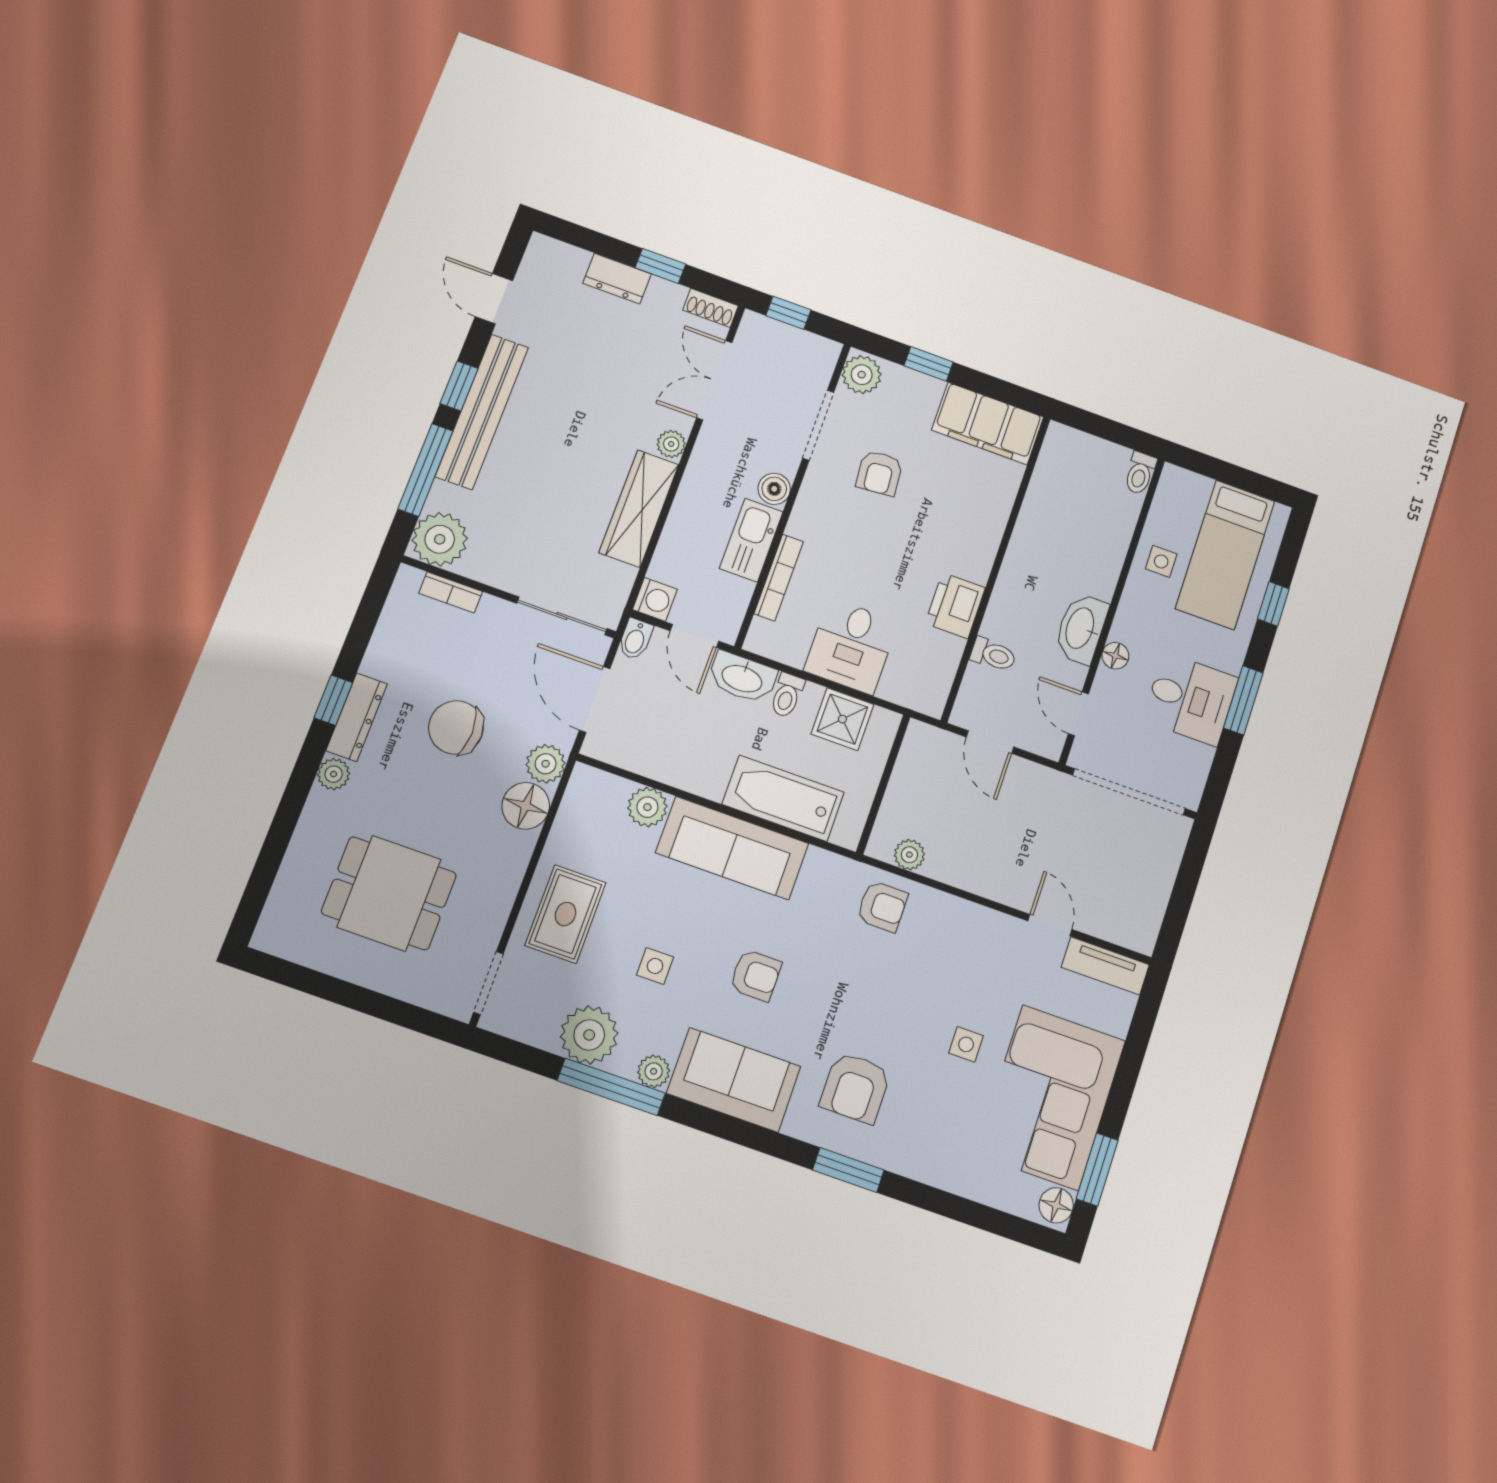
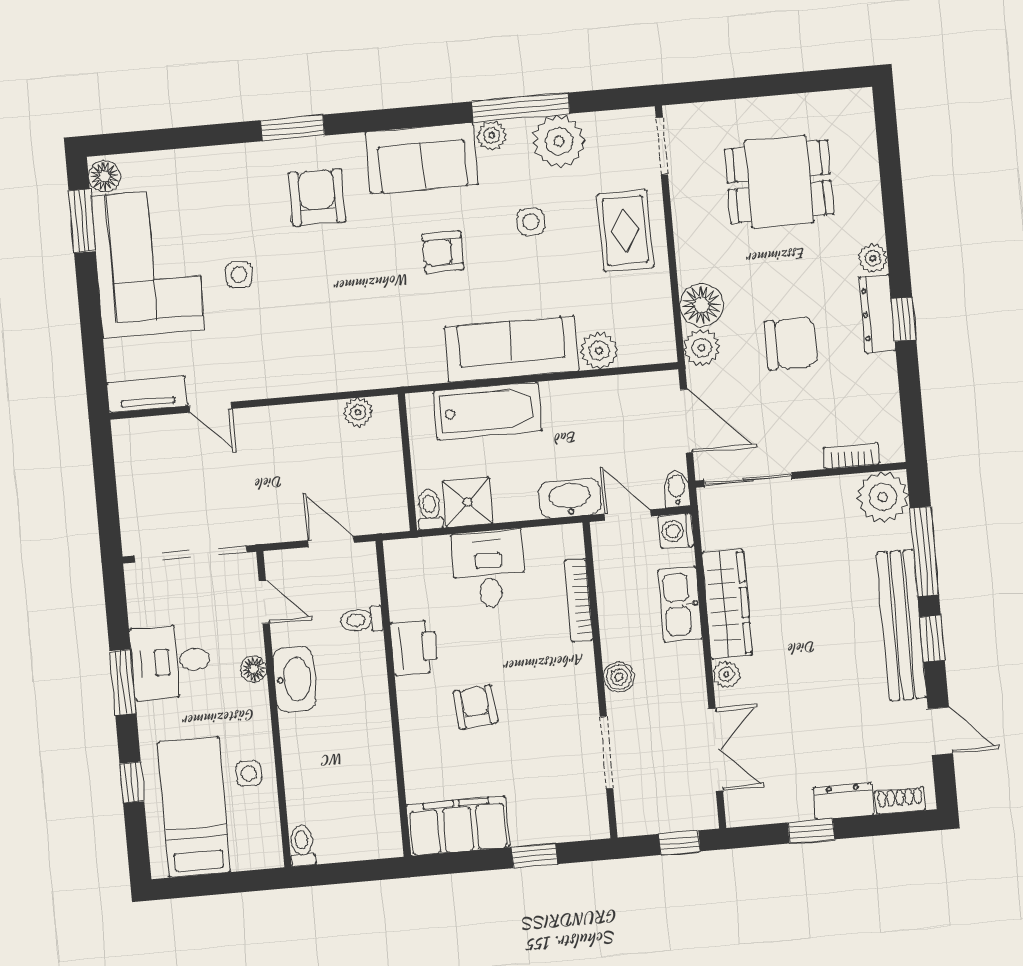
shoe rack: (710, 308) -> (900, 800), moved
plant: (862, 375) -> (589, 817), removed
armchair: (879, 473) -> (475, 707), moved
kitchen sink: (751, 540) -> (680, 604), moved, turned 180
toilet: (787, 695) -> (430, 509), moved
armchair: (882, 906) -> (362, 358), removed

